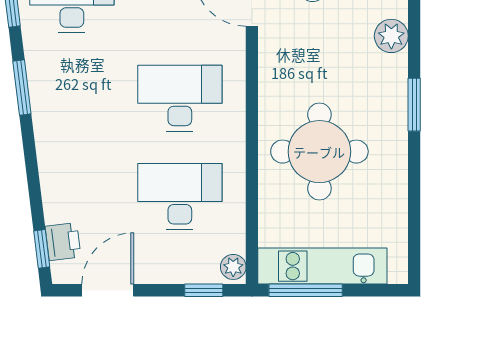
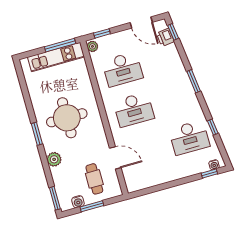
window: (22, 88) -> (194, 81), moved
round table: (319, 152) -> (67, 118), moved
door: (108, 290) -> (141, 22), hinge flipped

